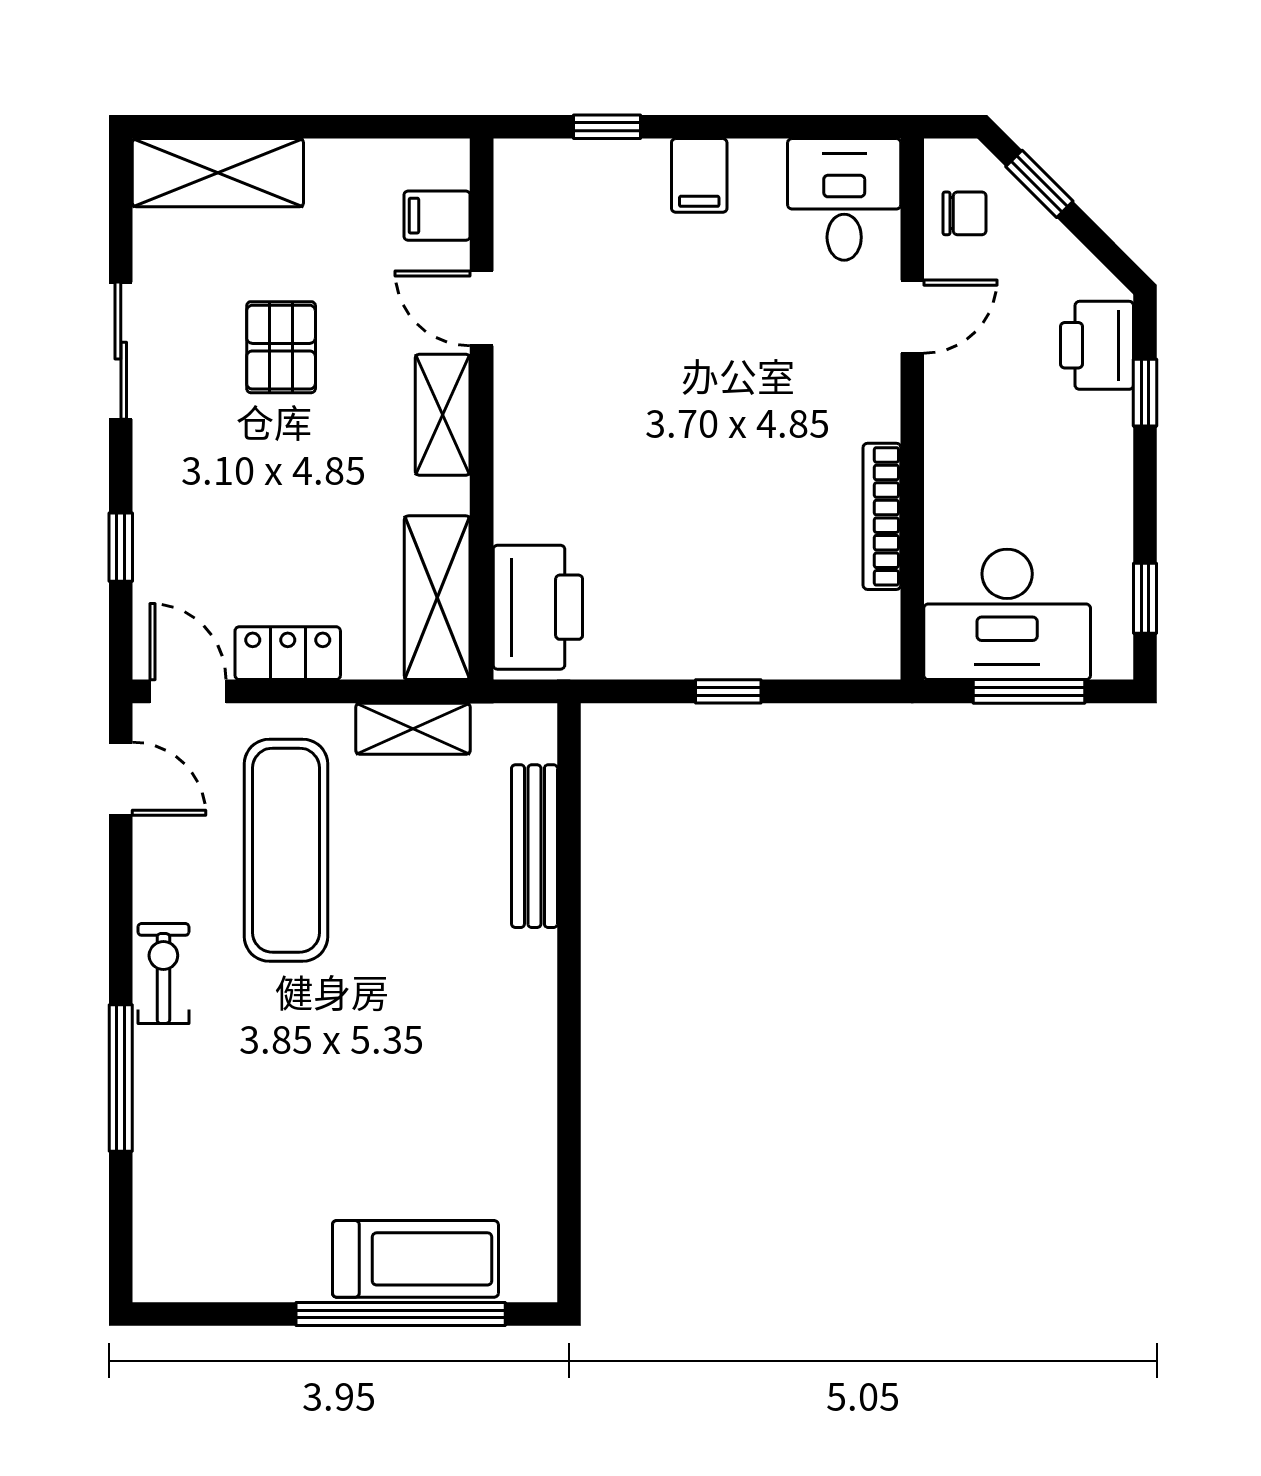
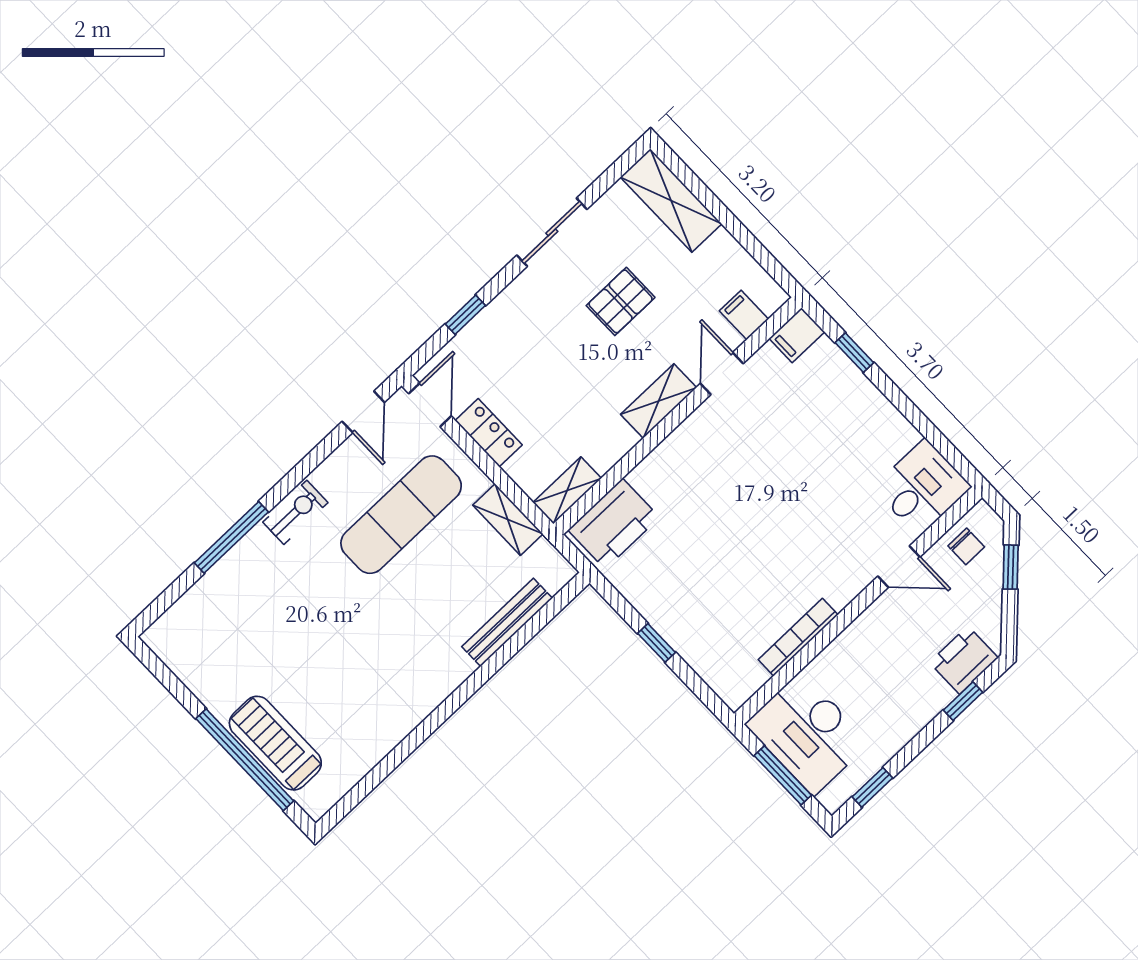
filing cabinet: (699, 175) -> (797, 335), moved
shelving: (437, 598) -> (567, 490), width x0.67, depth x0.75
treadmill: (415, 1259) -> (275, 743), turned 180

